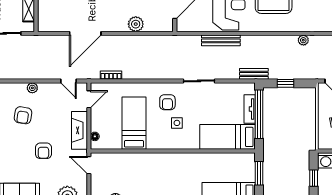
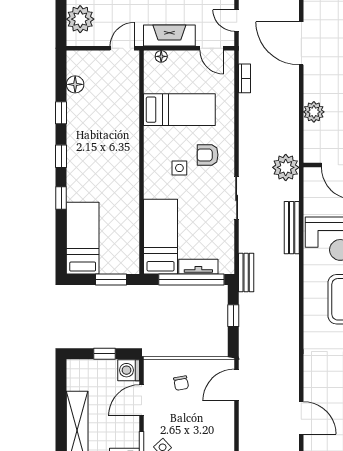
plant: (303, 40) -> (286, 167), moved, width x1.88, depth x1.88
door: (68, 81) -> (237, 21), hinge flipped

